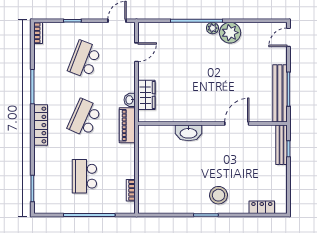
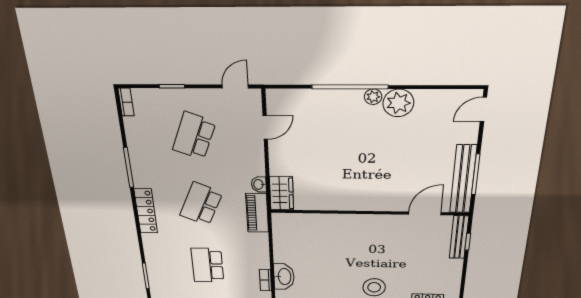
wardrobe: (146, 95) -> (281, 193), moved
door: (237, 123) -> (425, 213), moved
washbasin: (189, 133) -> (284, 277), moved, turned -90

